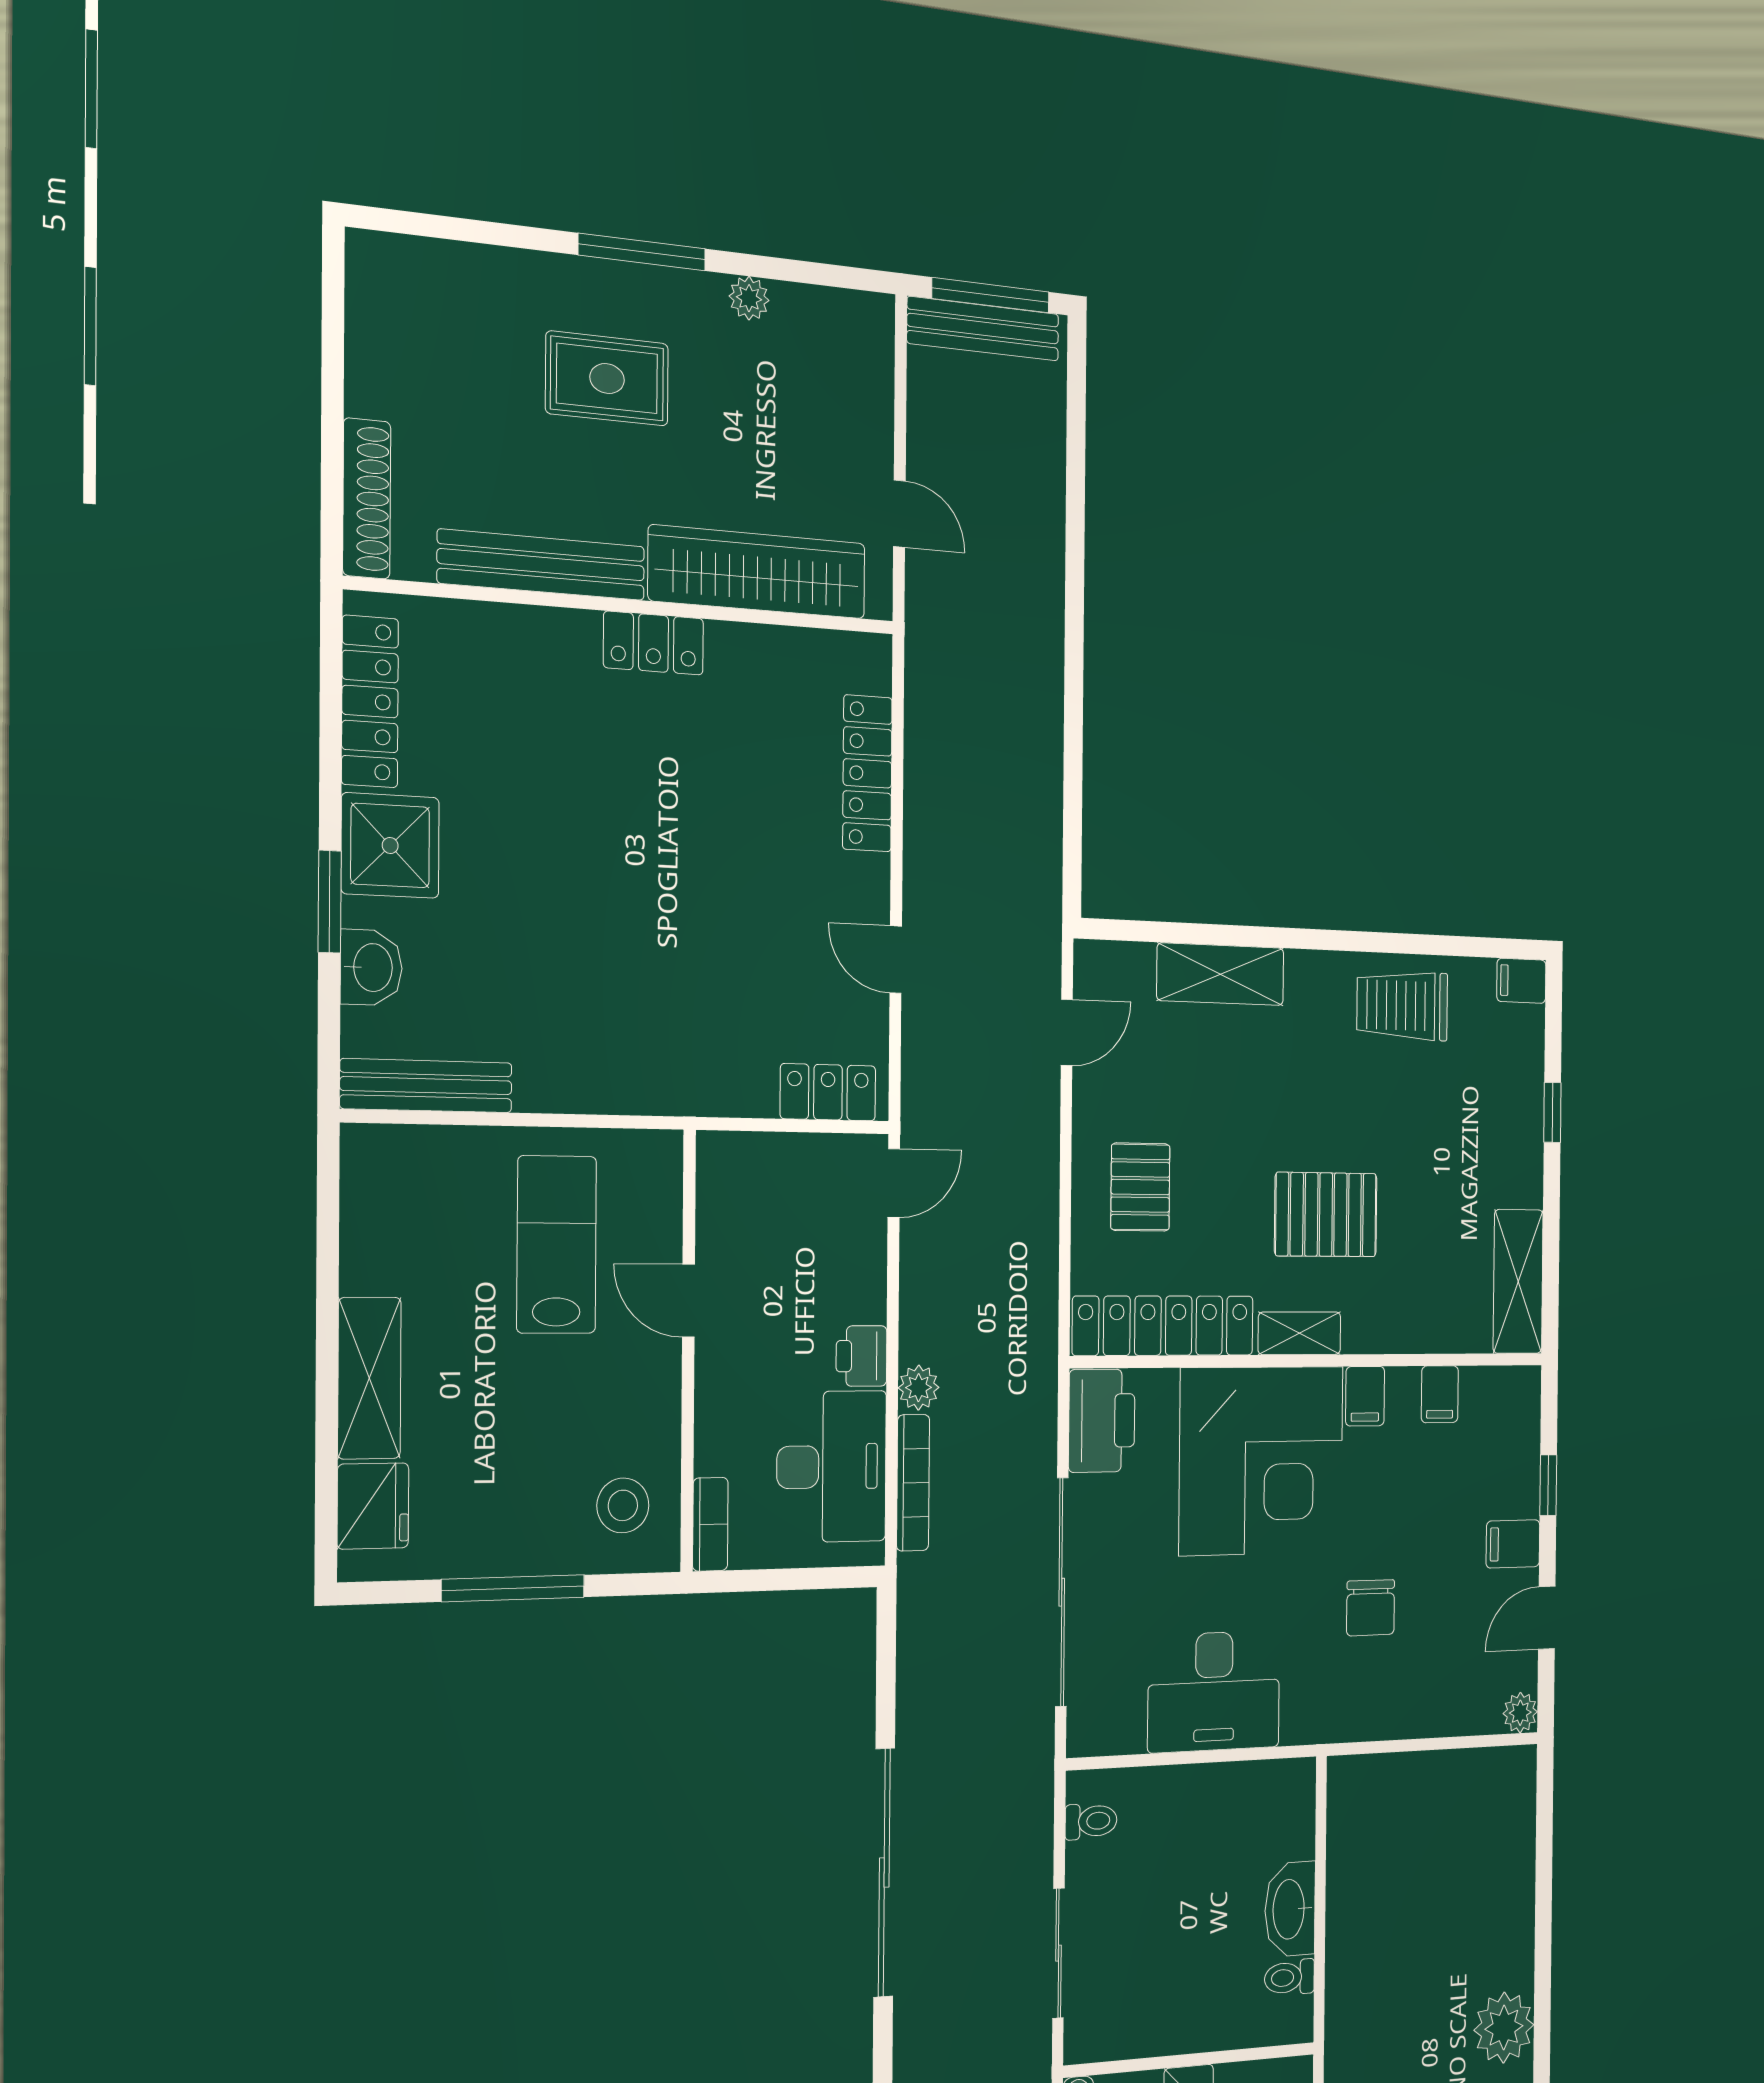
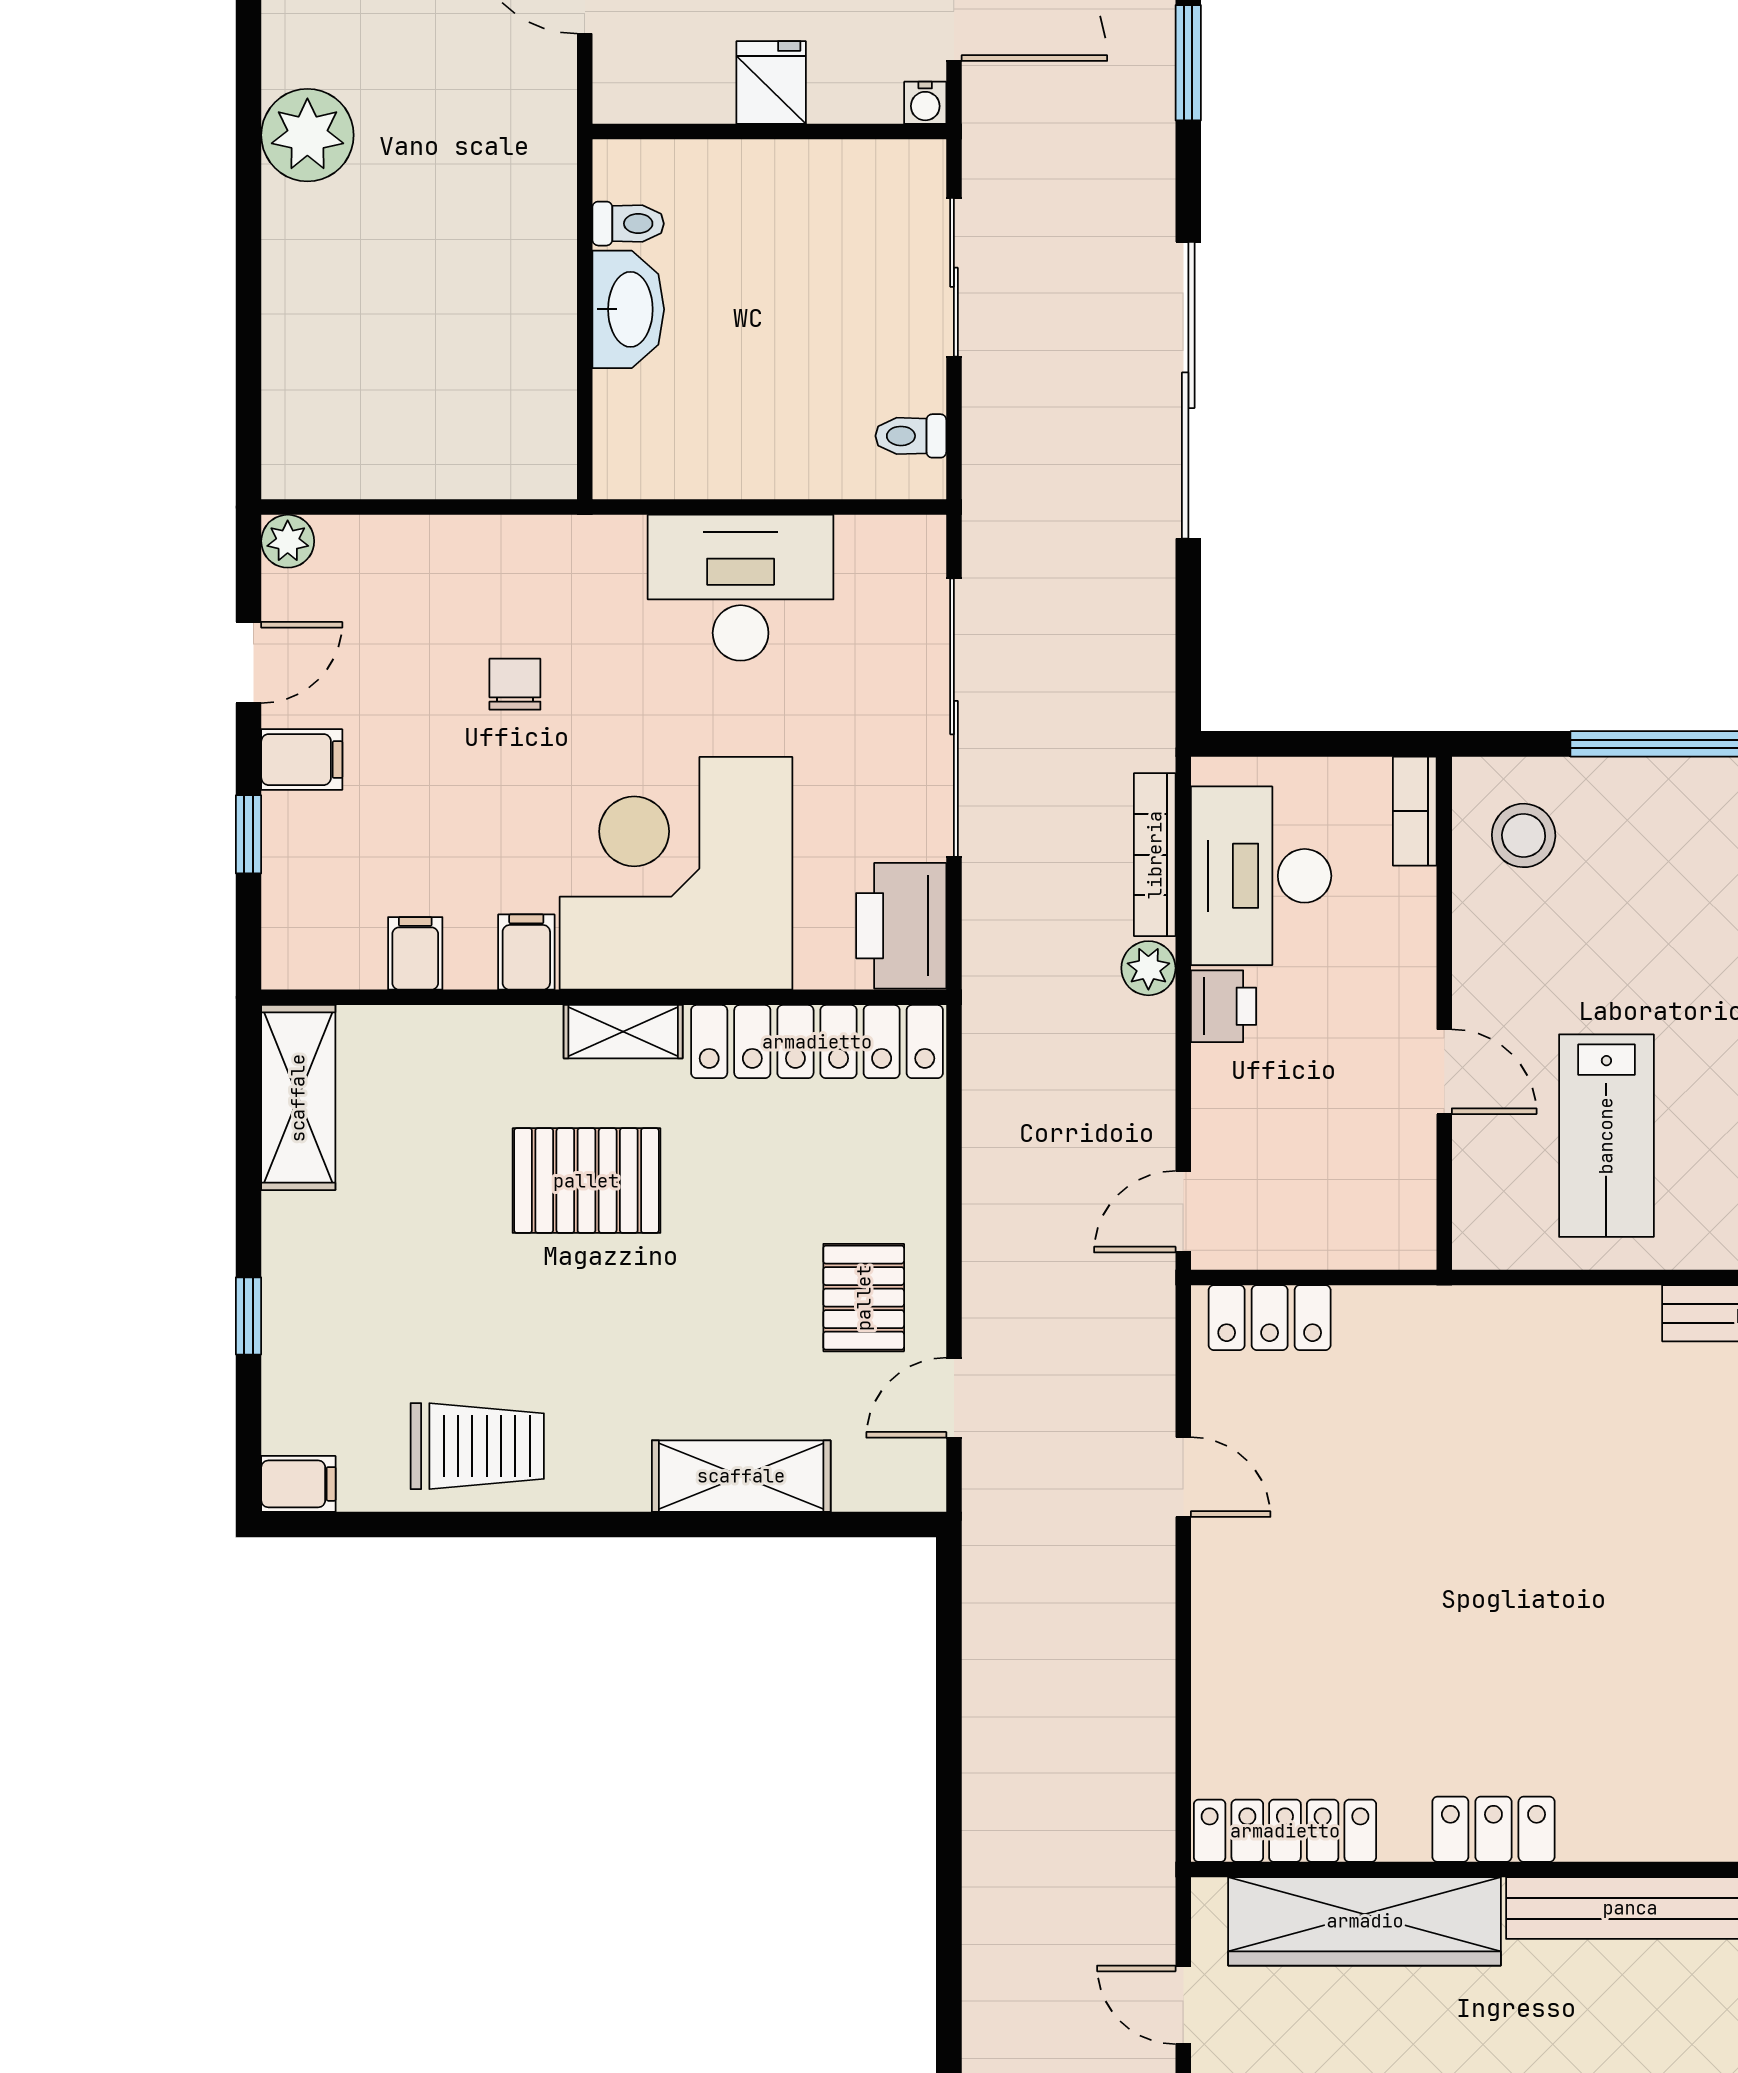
locker: (867, 773) -> (1285, 1831), moved, turned -90
pallet: (1140, 1187) -> (864, 1298), moved
chair: (1371, 1608) -> (515, 684), width x0.73, depth x0.73

